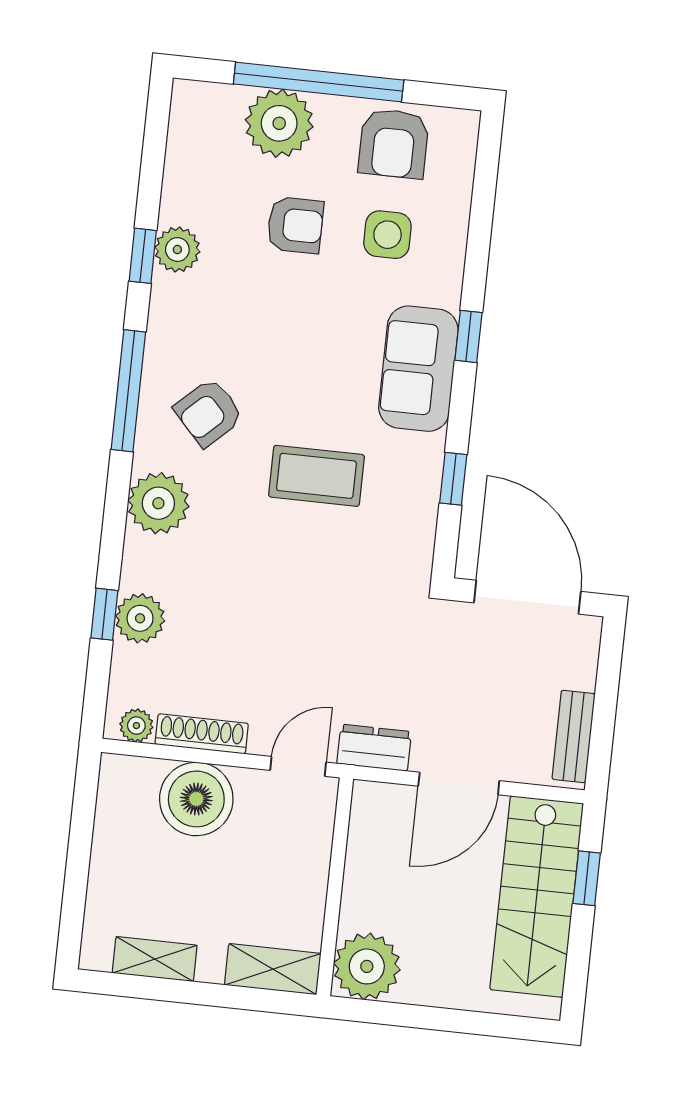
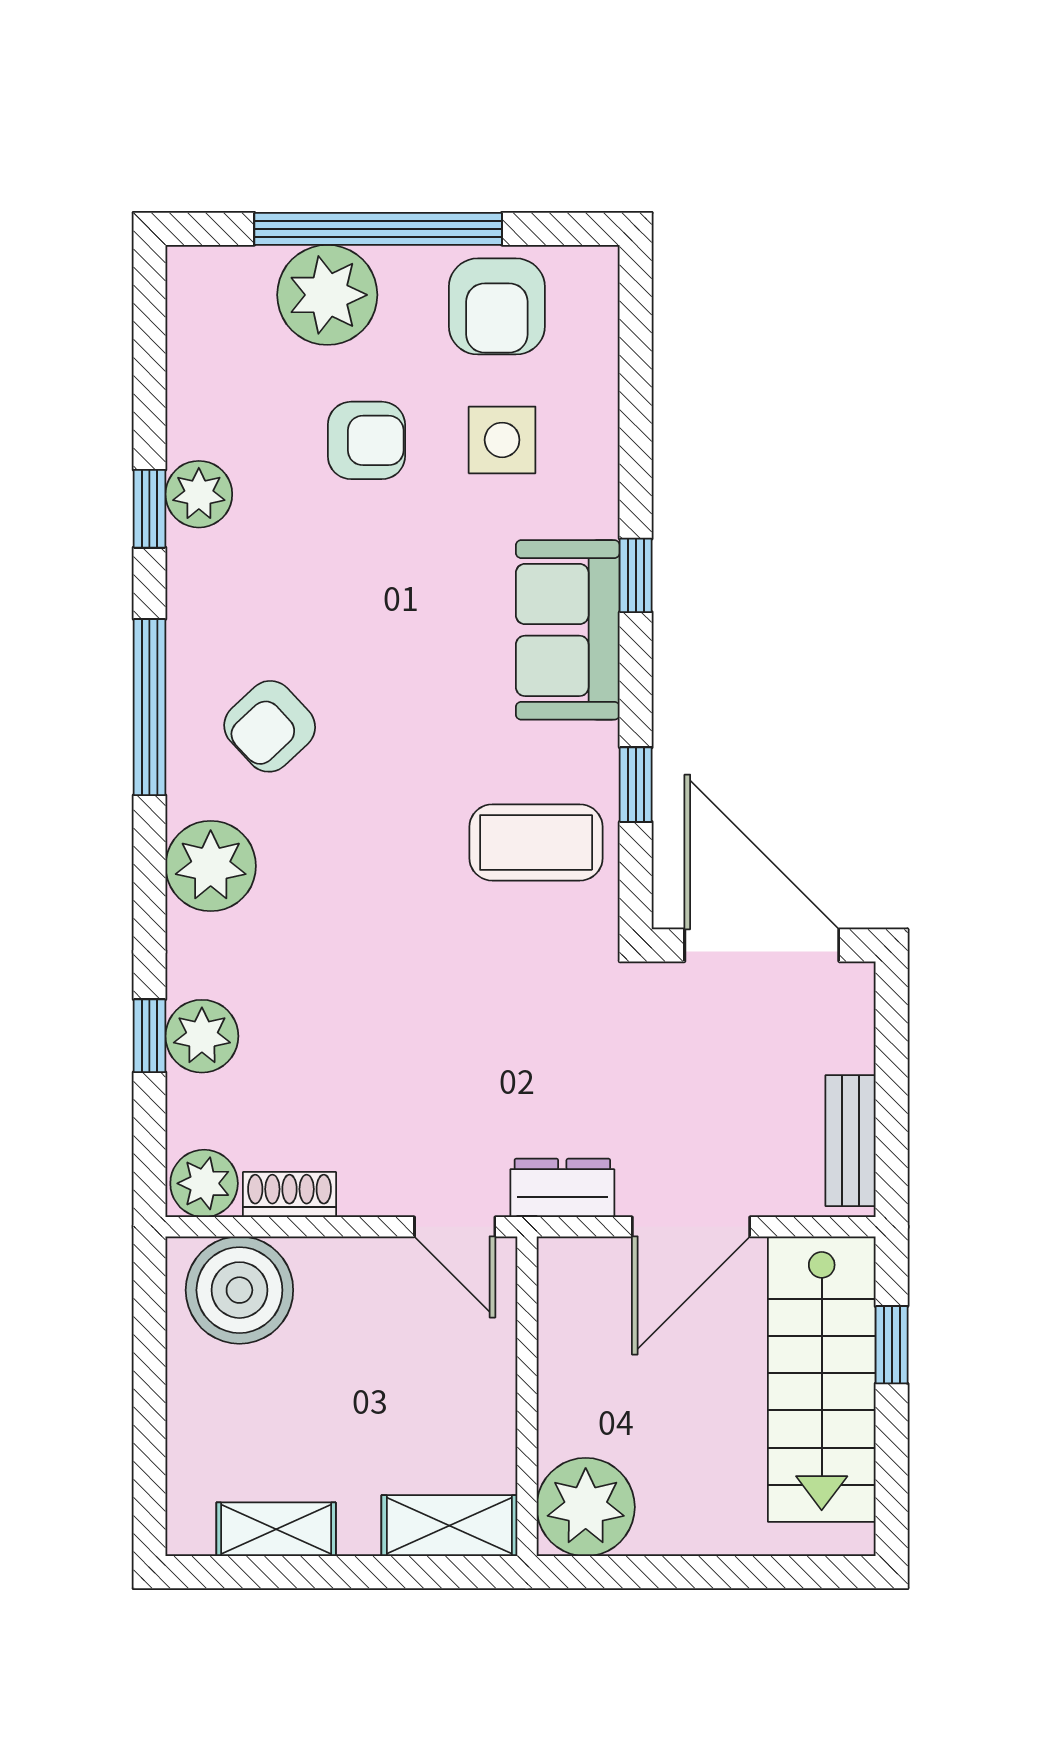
coffee table: (317, 476) -> (536, 842), moved
plant: (136, 726) -> (204, 1183), width x1.38, depth x1.38
shoe rack: (202, 734) -> (289, 1195), width x0.70
door: (298, 766) -> (455, 1227), swing flipped
boiler: (196, 799) -> (239, 1290), moved

